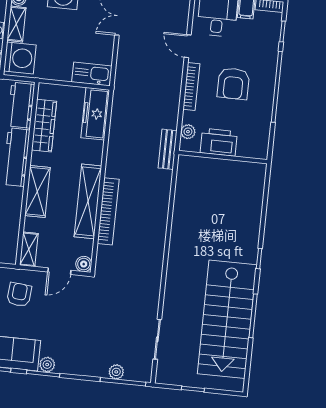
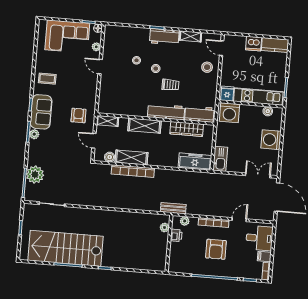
shelving: (16, 24) -> (251, 110), removed
armchair: (233, 84) -> (216, 249), turned -90
printer: (219, 142) -> (176, 235), width x0.53, depth x0.68
plant: (198, 163) -> (165, 227), added
shelving: (88, 201) -> (131, 157), width x0.68
boiler: (84, 264) -> (110, 157), moved
armchair: (19, 295) -> (78, 115), turned -95
plant: (116, 372) -> (35, 175), width x1.87, depth x1.87

